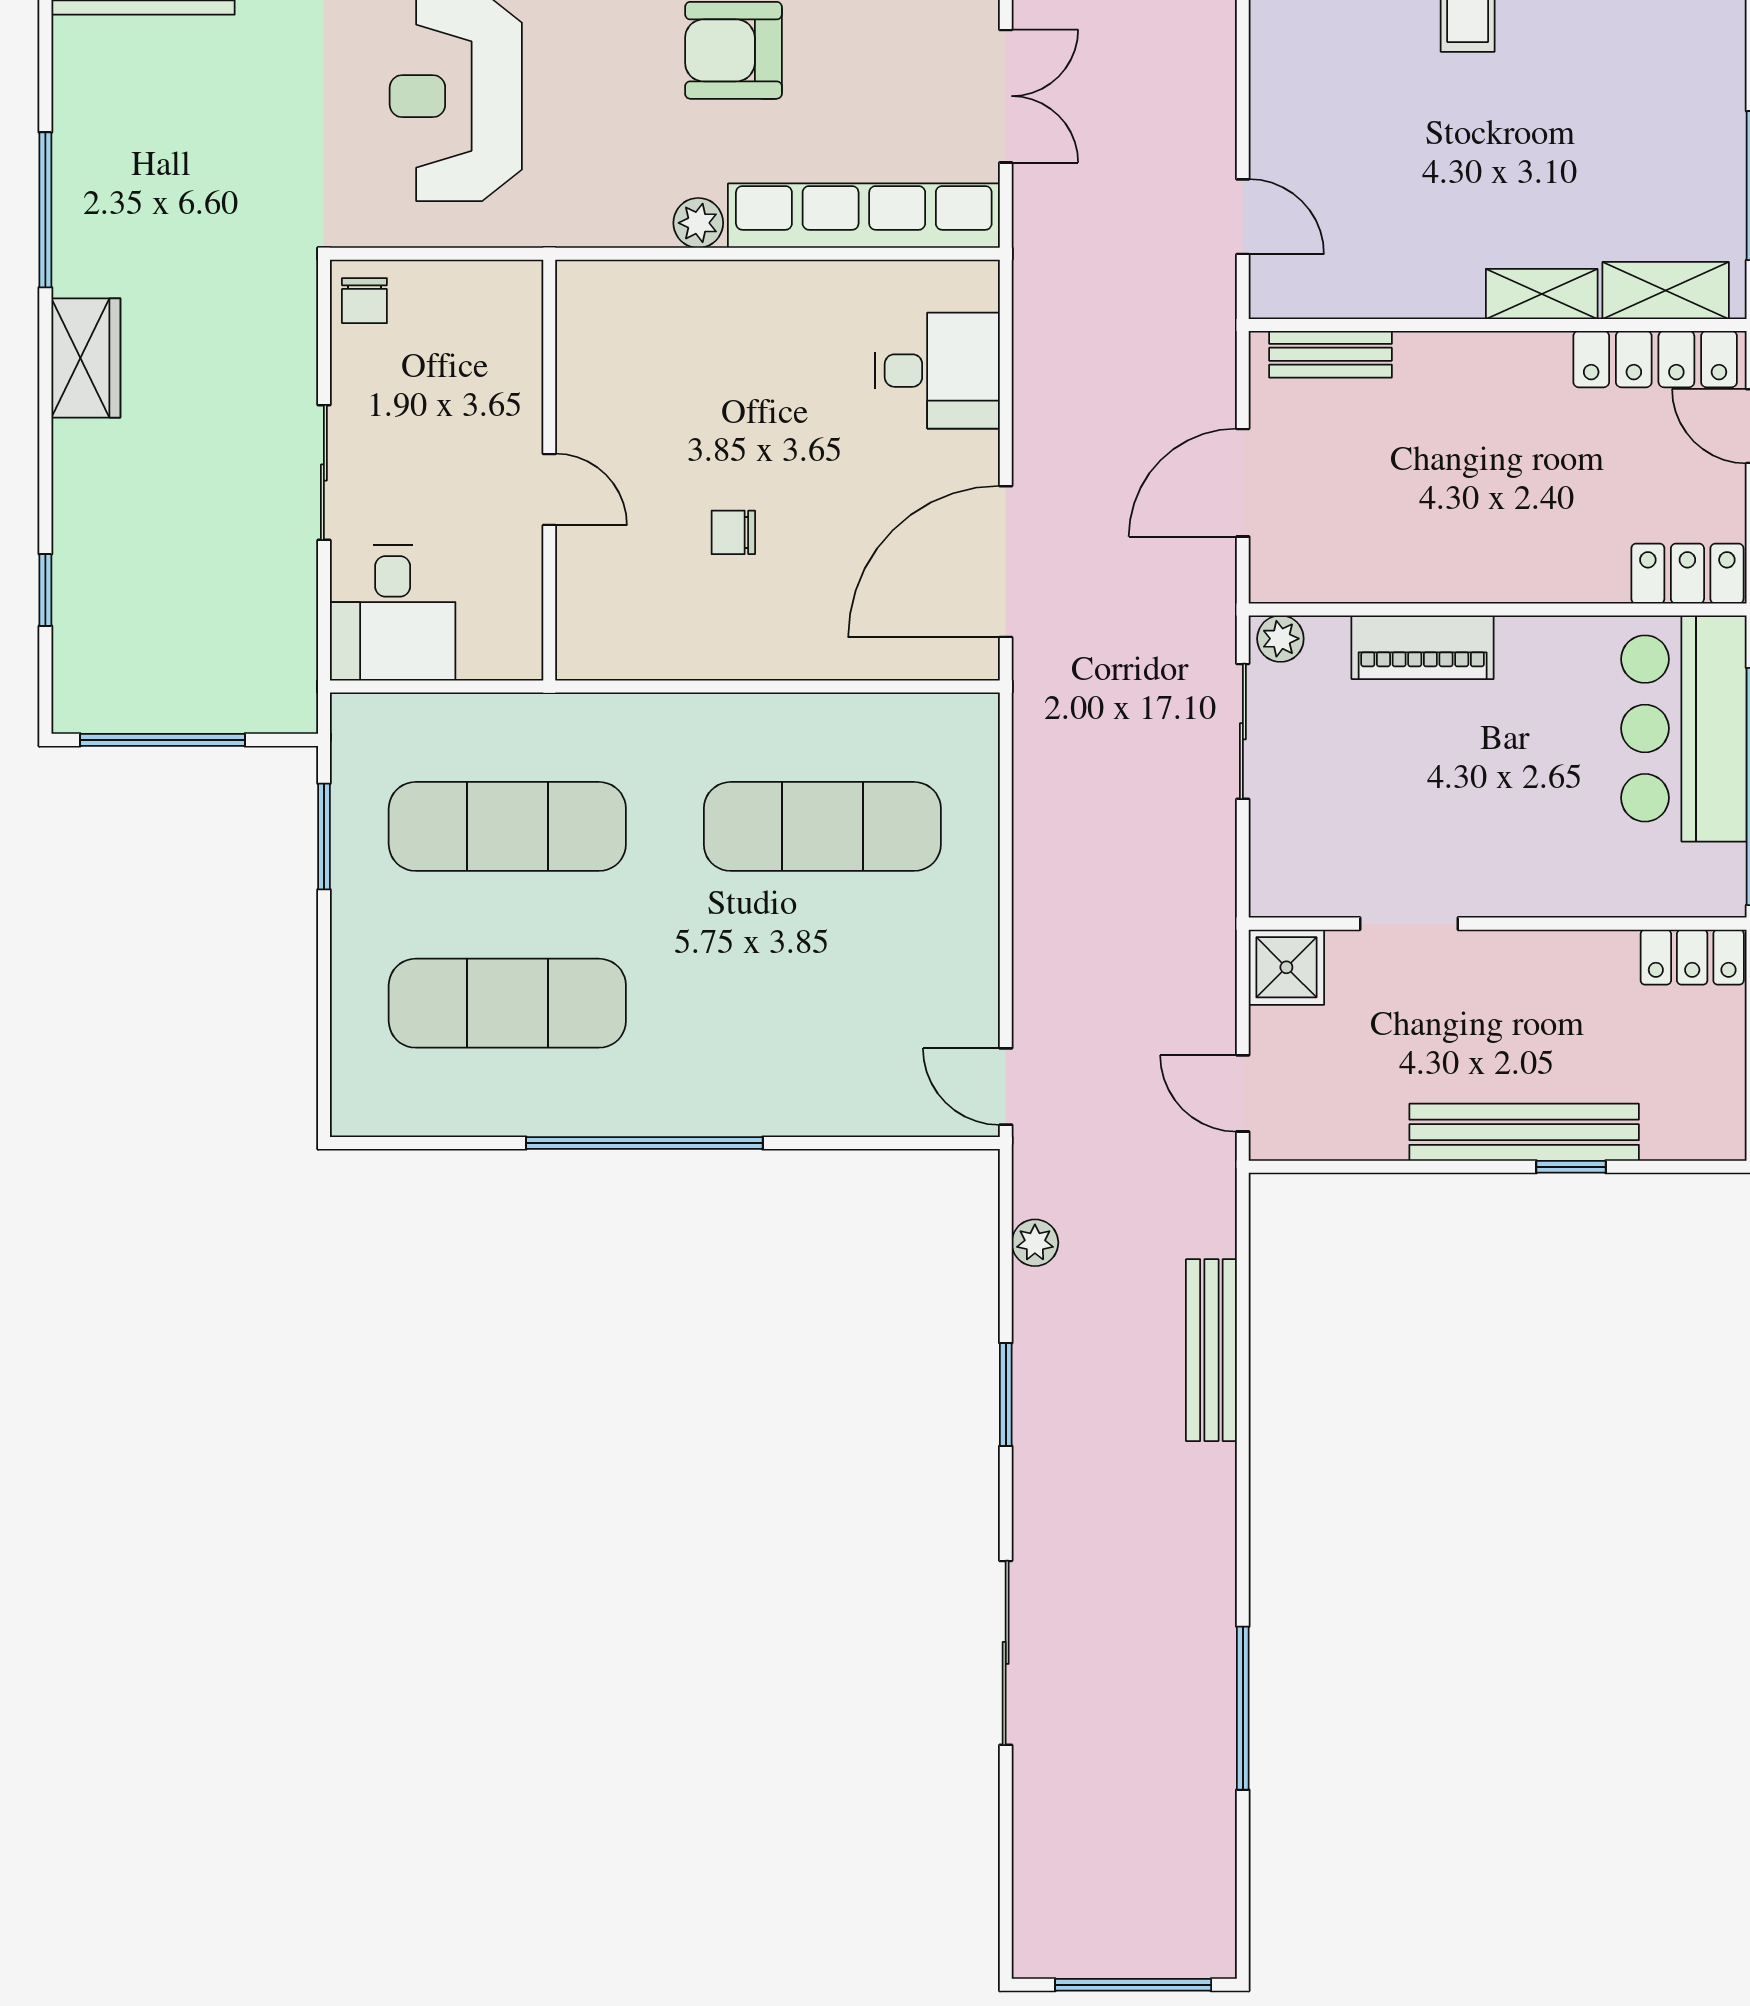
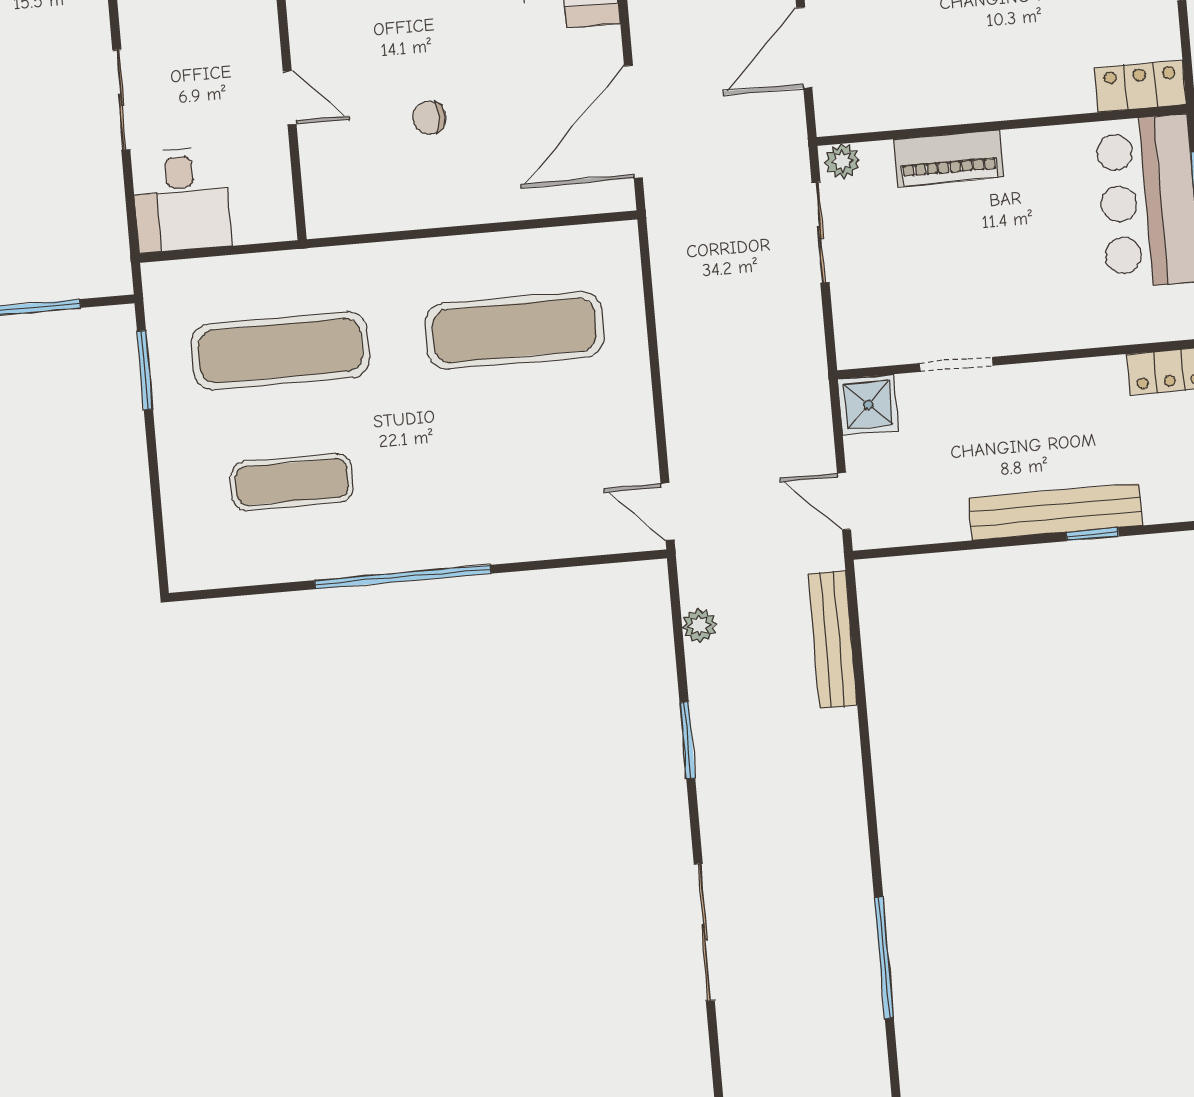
exercise mat: (507, 1003) -> (292, 482), width x0.73, depth x0.69
bench: (1211, 1350) -> (833, 640), moved

